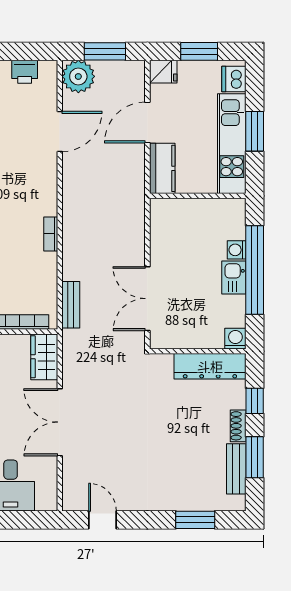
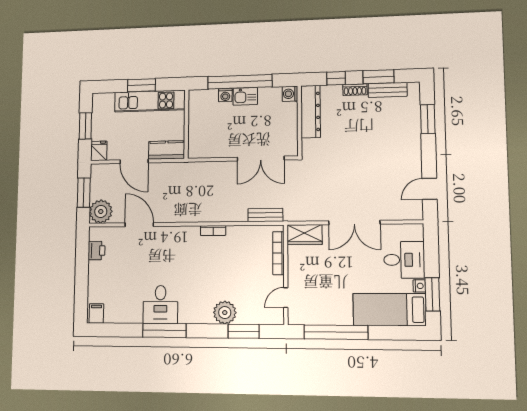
dishwasher: (234, 79) -> (105, 101), removed

